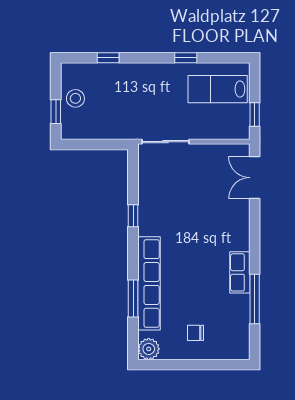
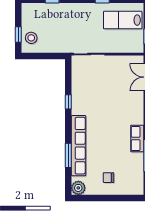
stool: (75, 98) -> (31, 38), moved

